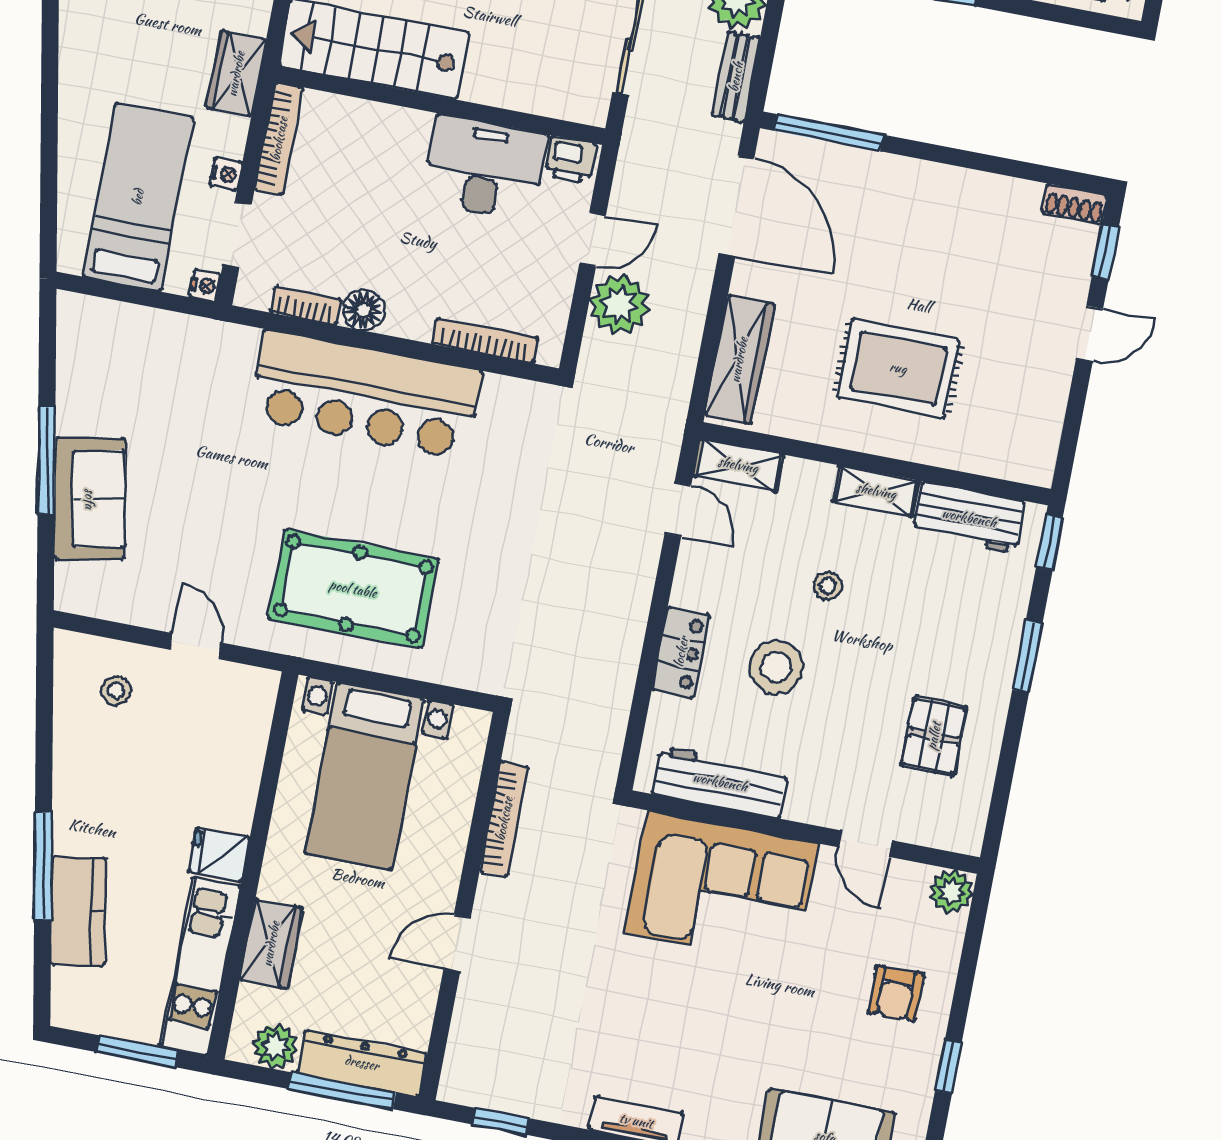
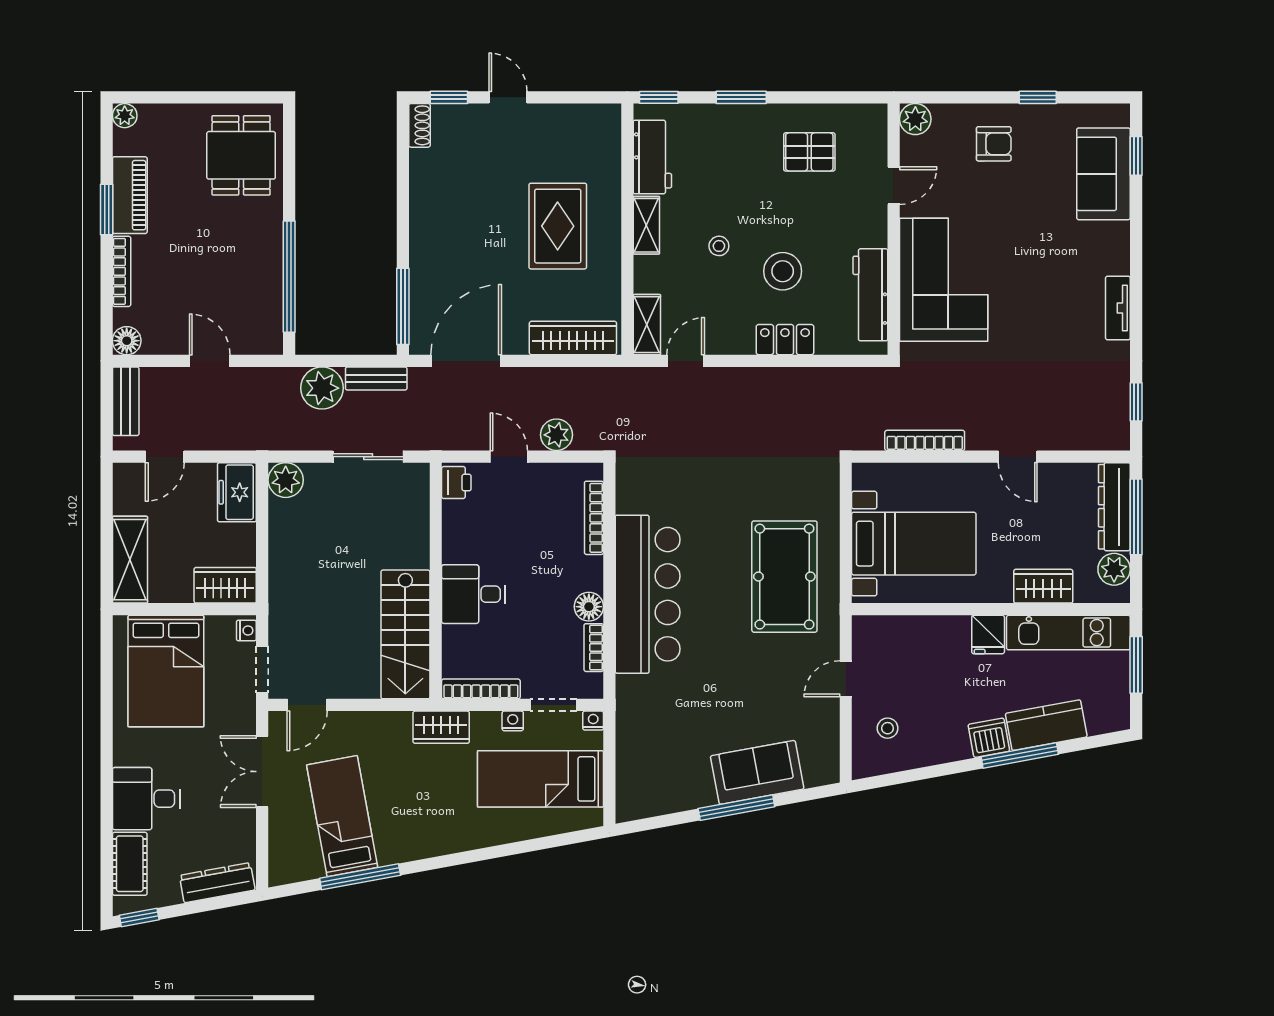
desk: (485, 168) -> (473, 594), moved, width x0.73
plant: (620, 305) -> (556, 435), width x0.73, depth x0.73
dishwasher: (76, 828) -> (989, 738), added

